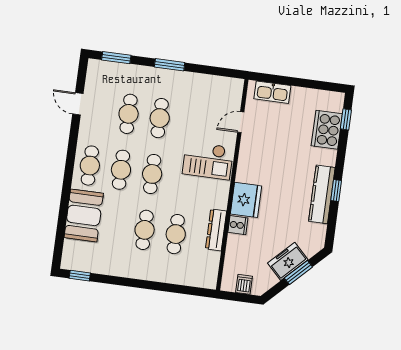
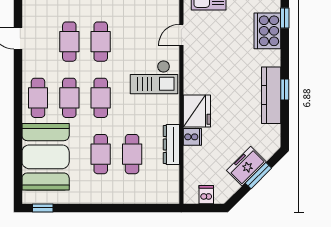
booth: (84, 215) -> (46, 157), width x1.36, depth x1.42

